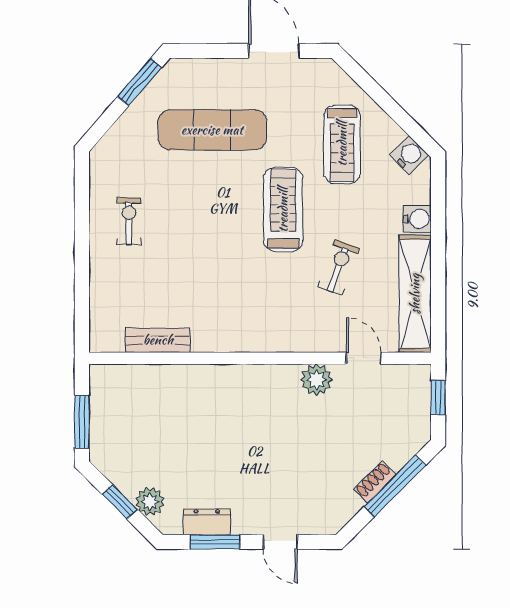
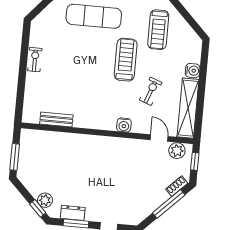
water cooler: (409, 155) -> (124, 125), moved, turned 135
exercise bike: (129, 221) -> (35, 60), moved
plant: (317, 380) -> (177, 151), moved
shoe rack: (375, 482) -> (177, 186), moved
window: (120, 502) -> (38, 208), moved

